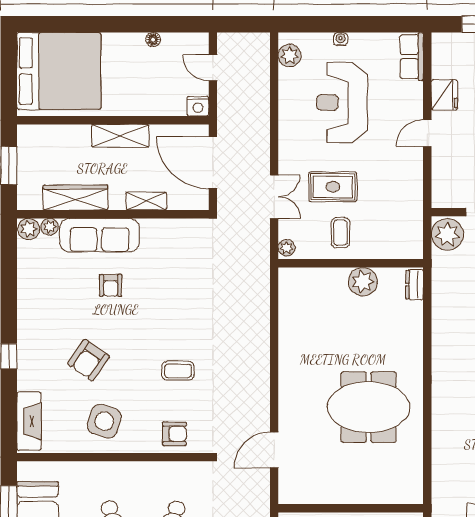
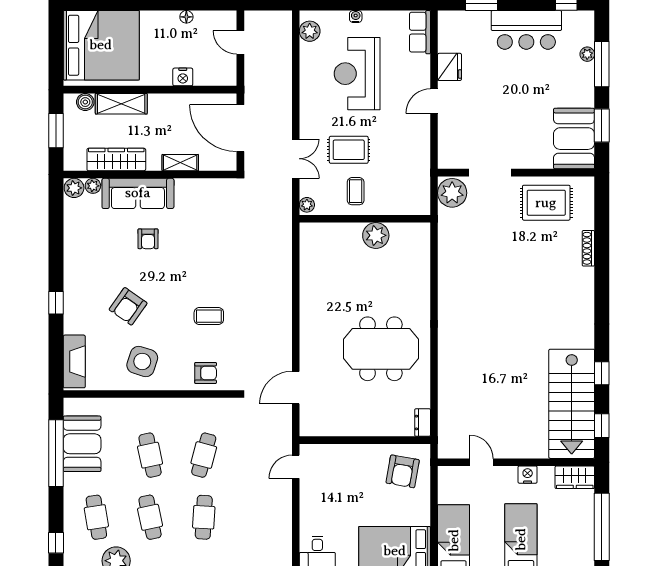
nightstand: (198, 106) -> (183, 77), moved
boiler: (41, 134) -> (85, 102), added
shelving: (120, 136) -> (121, 104), moved
dresser: (415, 285) -> (423, 423), moved

